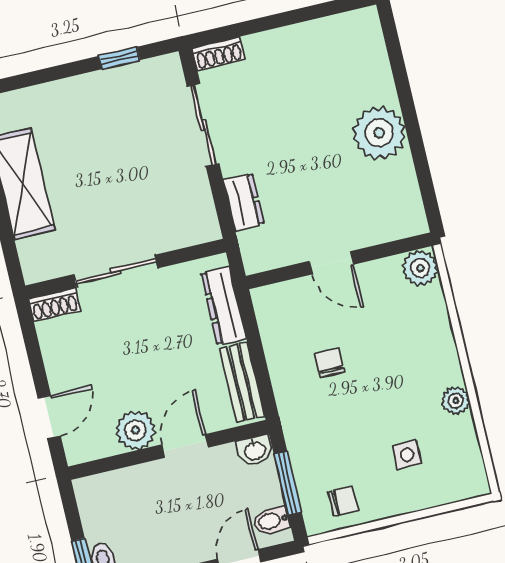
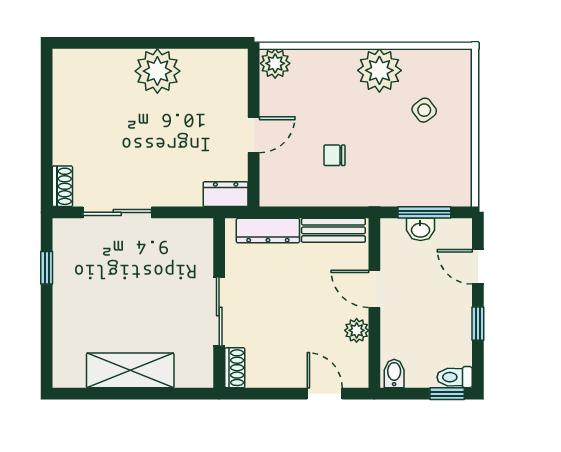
dresser: (244, 202) -> (226, 194), moved
plant: (456, 401) -> (379, 70), width x1.88, depth x1.88
plant: (136, 430) -> (357, 330), width x0.73, depth x0.73
washbasin: (255, 450) -> (420, 229), moved, turned 90
side table: (407, 455) -> (424, 110), turned -37
chair: (343, 501) -> (450, 171), removed
bidet: (272, 521) -> (394, 373), moved, turned 180

